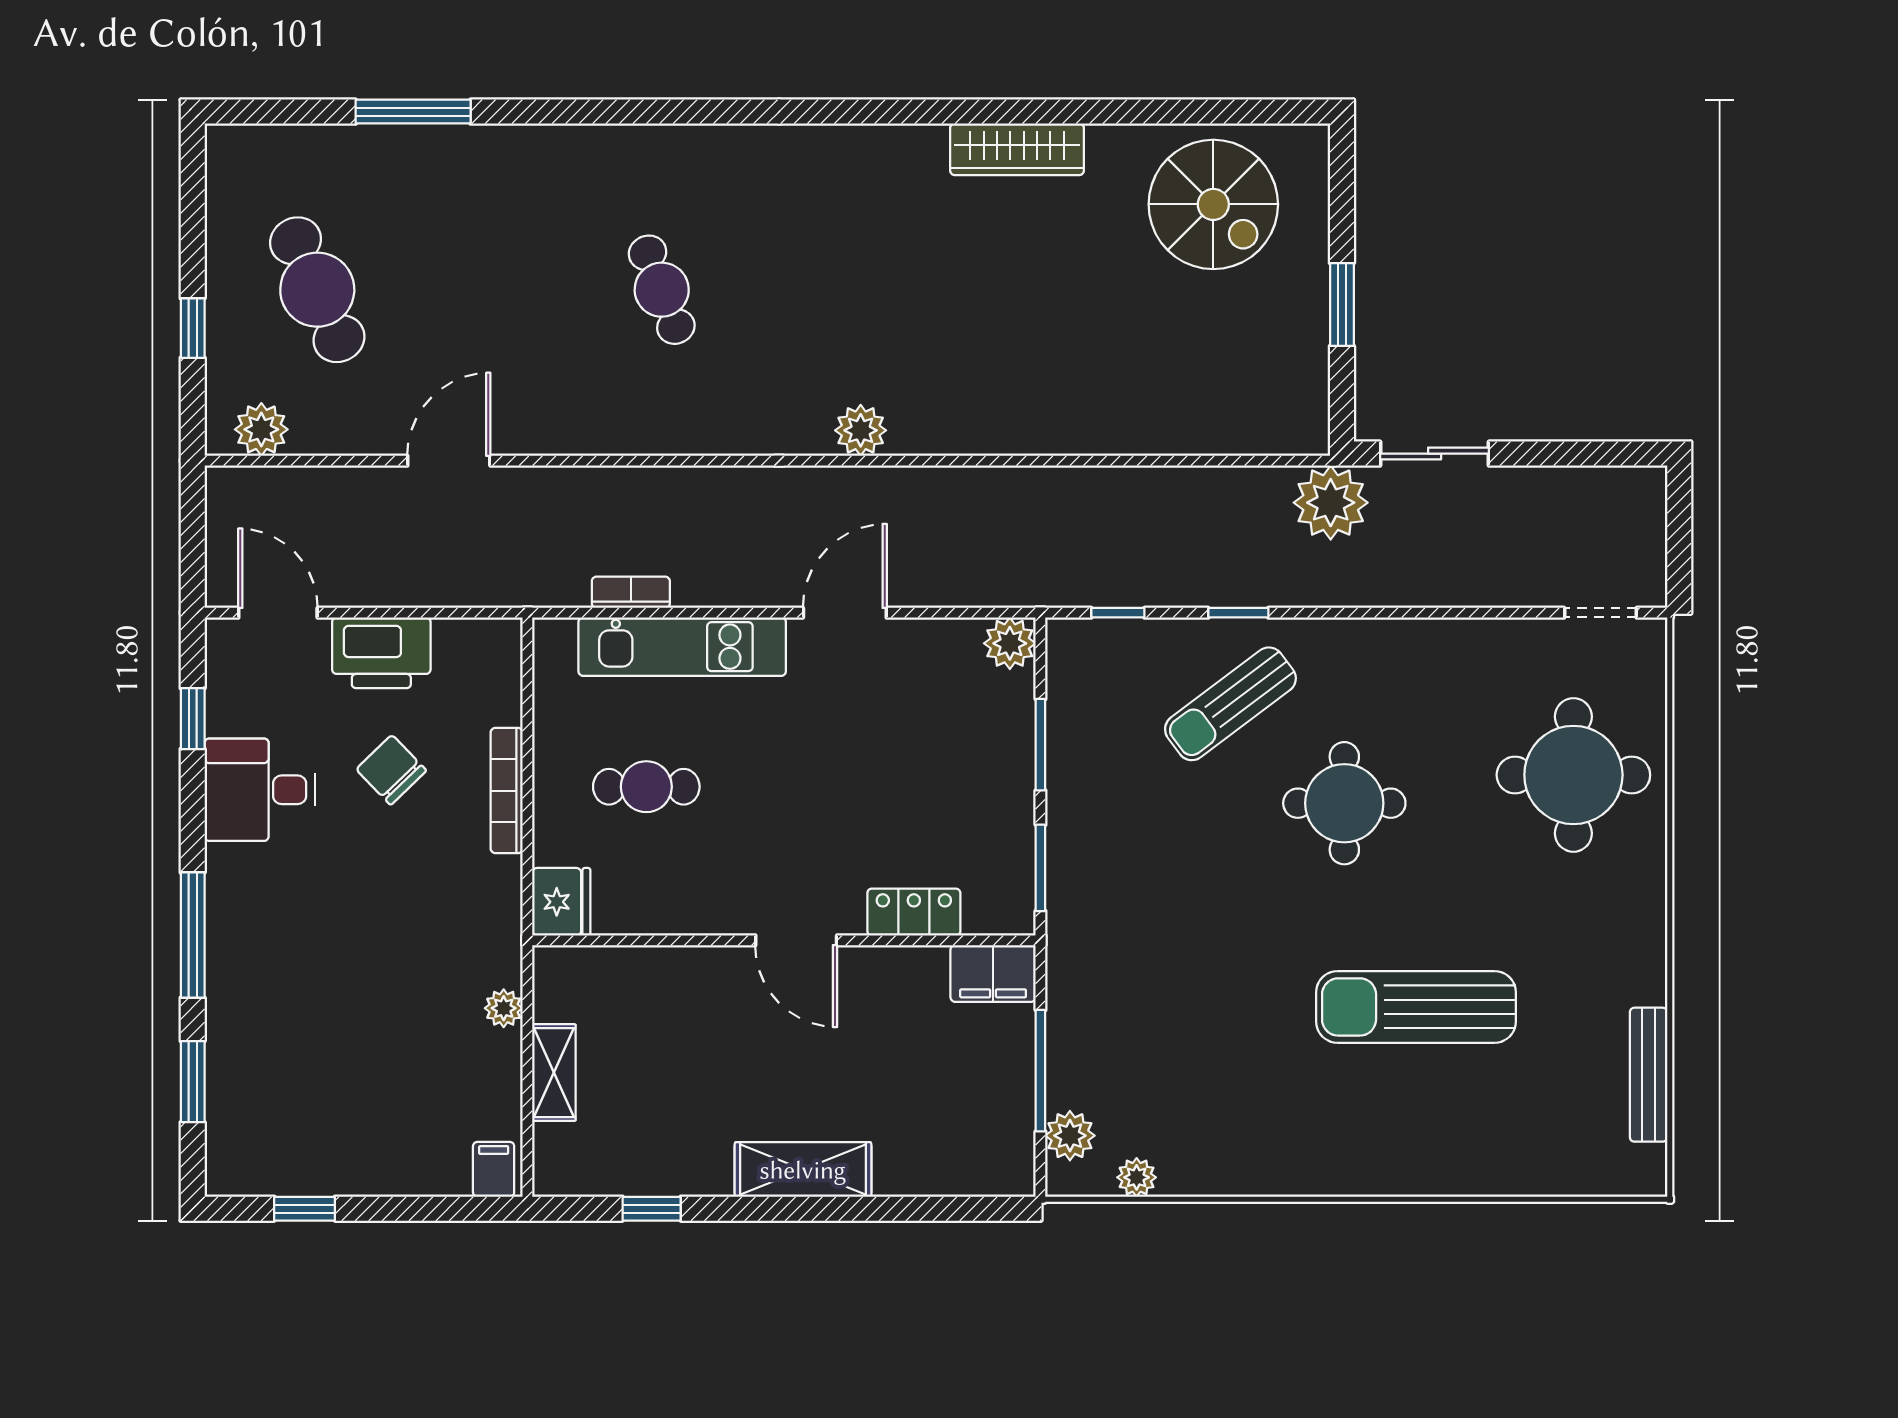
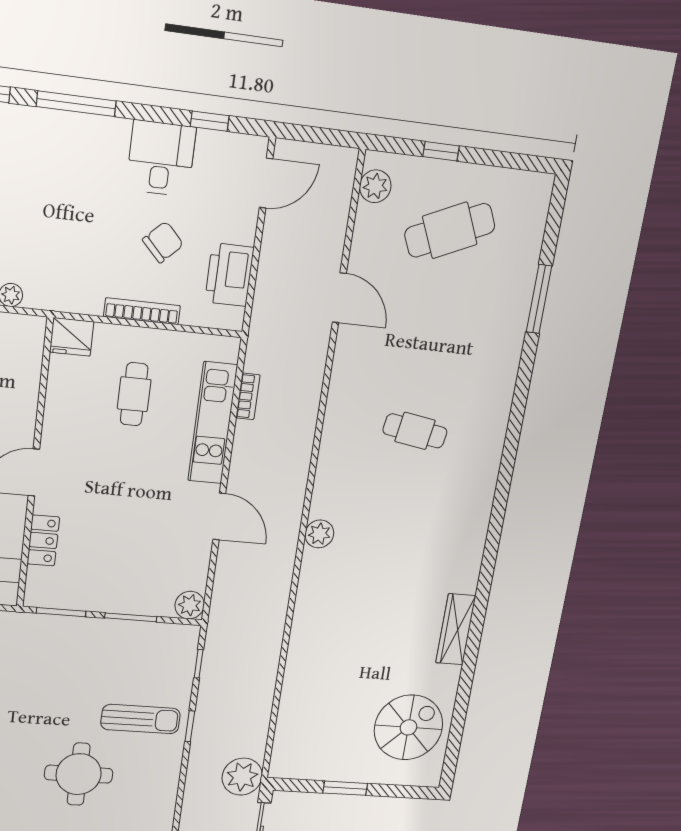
spiral stairs: (1213, 204) -> (408, 727), turned 180
cafe table: (662, 290) -> (415, 431), turned 30
printer: (381, 653) -> (229, 275), moved
sun lounger: (1230, 704) -> (141, 719), turned 127

